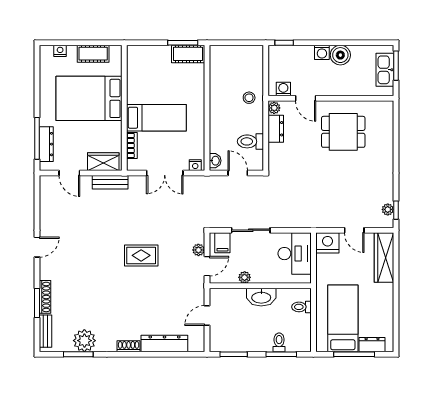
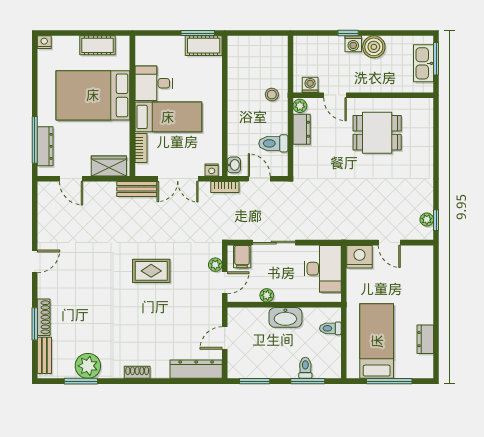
window: (284, 43) -> (348, 33), moved
nightstand: (60, 51) -> (44, 42), moved
desk: (143, 88) -> (154, 83), added
bookcase: (207, 180) -> (225, 187), added
bench: (110, 182) -> (137, 189), moved
wardrobe: (384, 257) -> (423, 273), removed
dresser: (164, 343) -> (196, 369), moved
dresser: (372, 345) -> (425, 339), moved, turned -90

